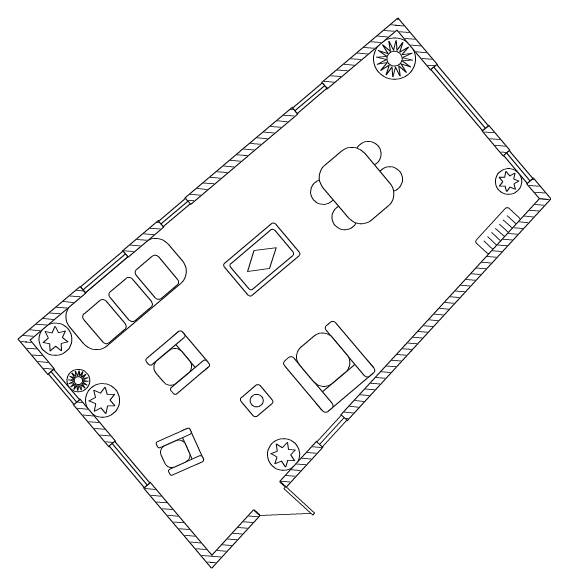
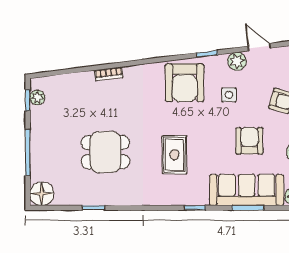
bookcase: (498, 231) -> (109, 74), moved
rug: (262, 260) -> (174, 155), turned 90
armchair: (178, 363) -> (249, 141), turned -90

